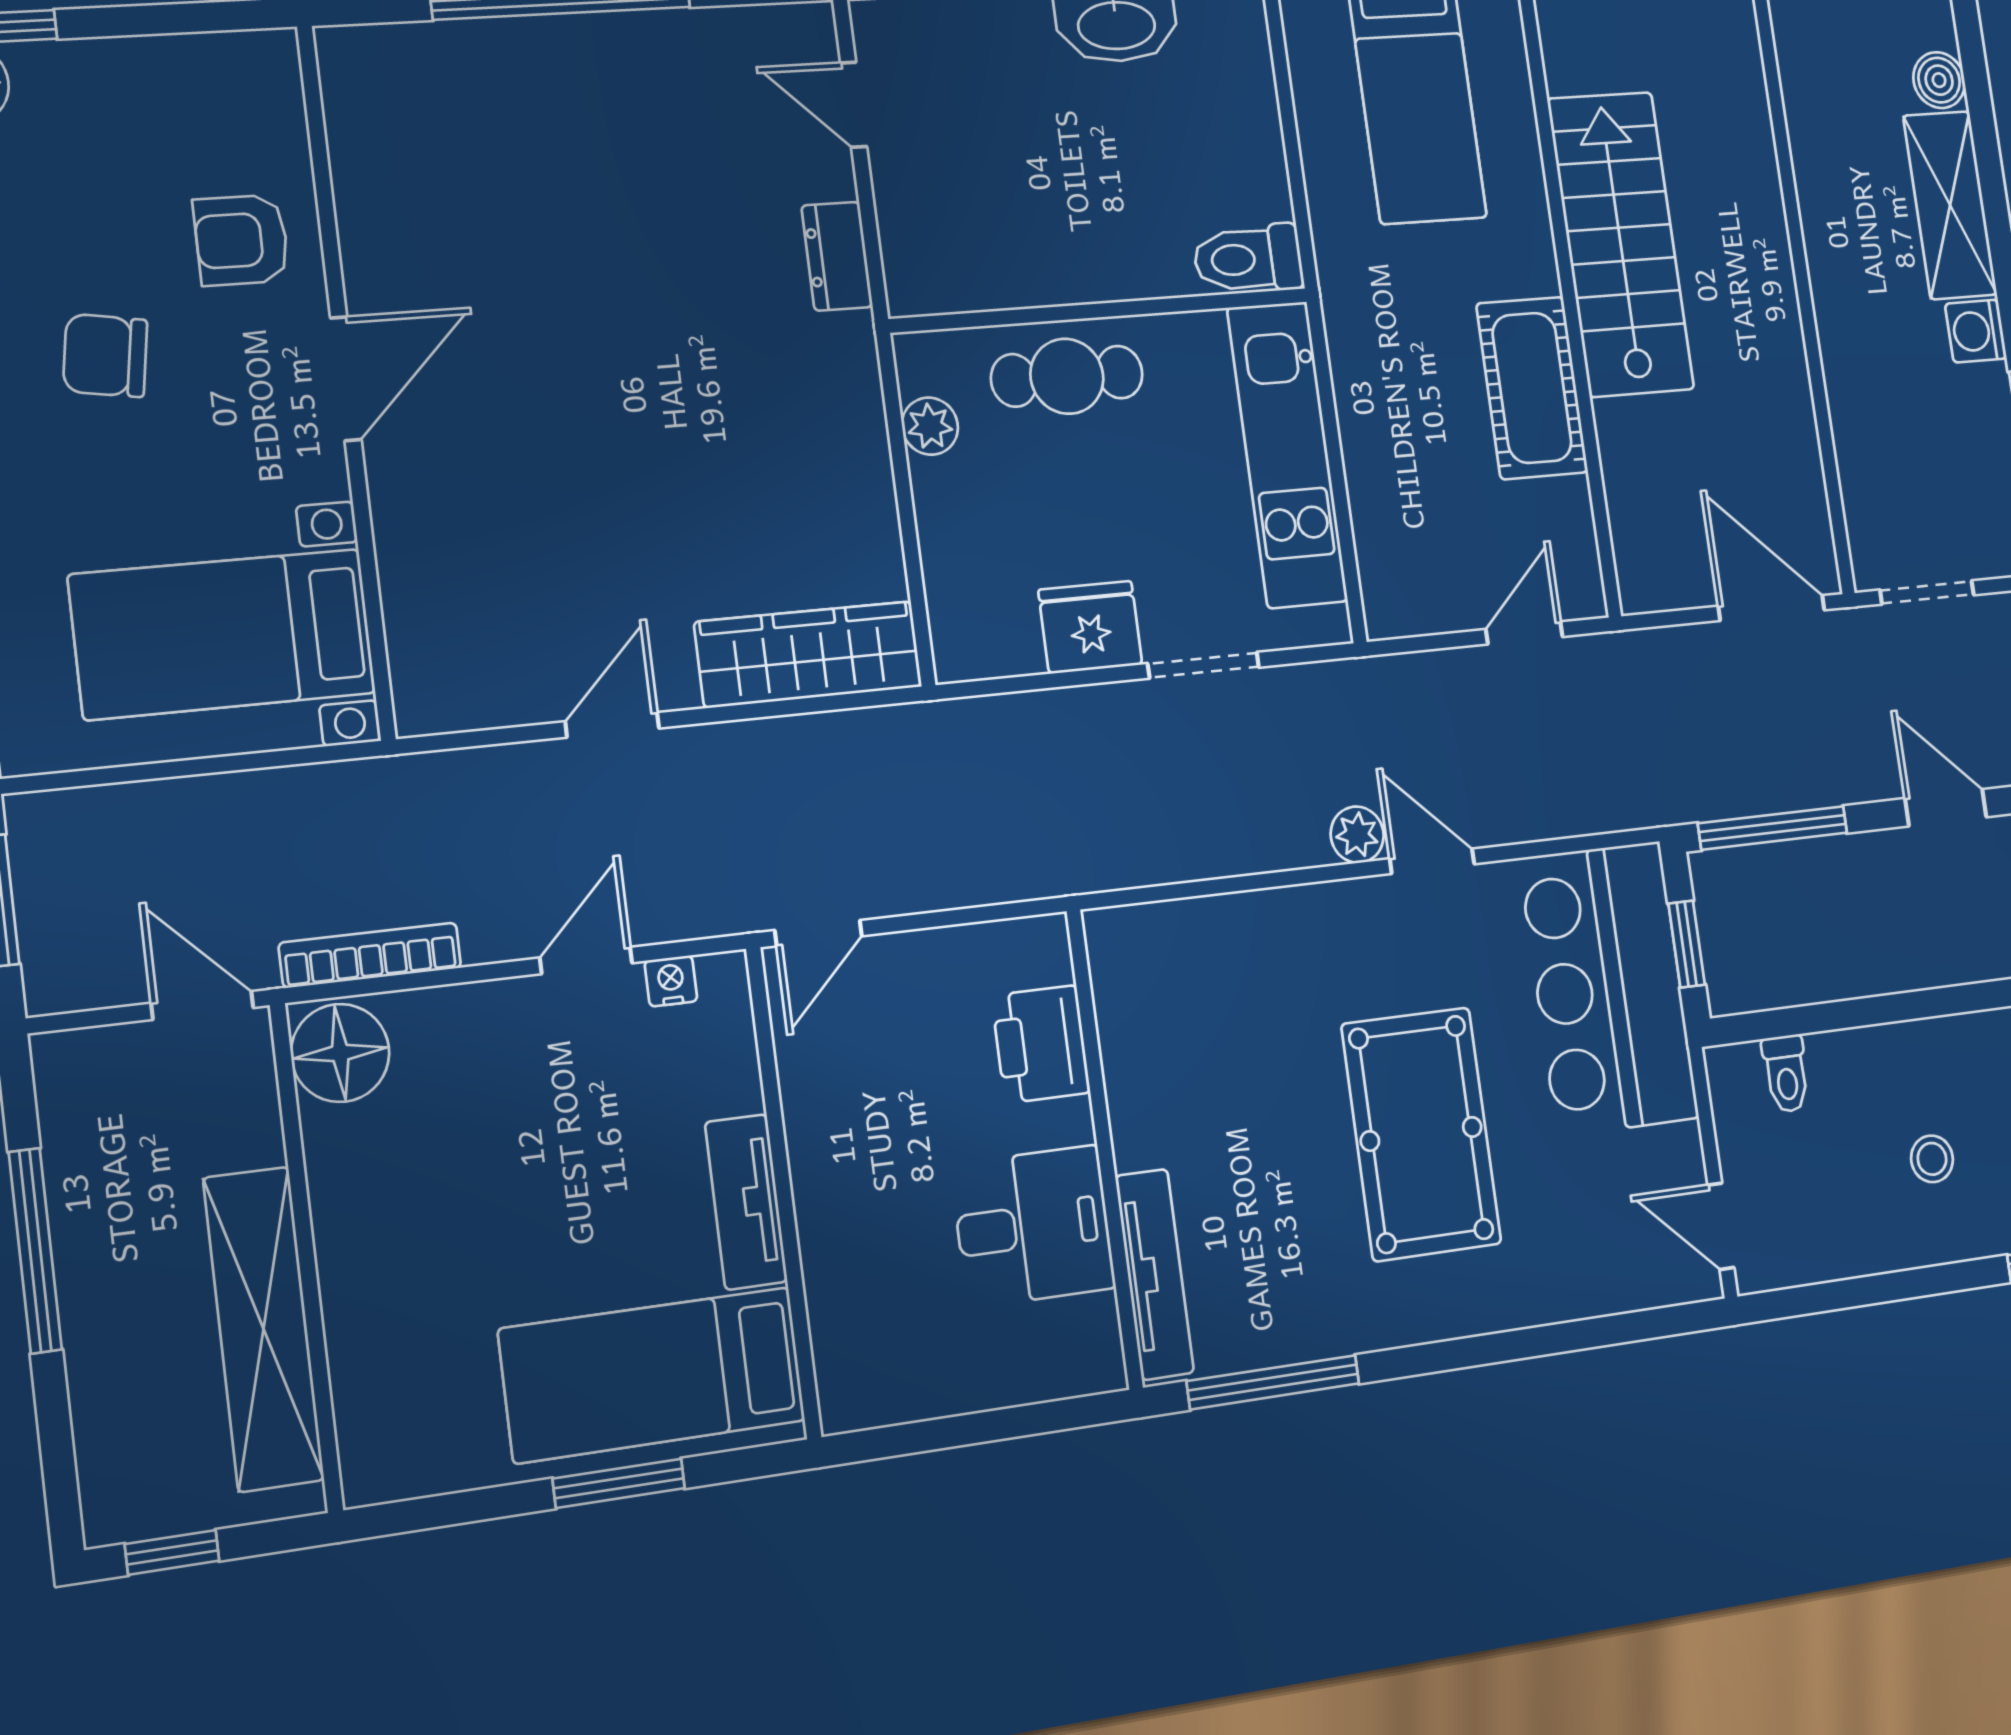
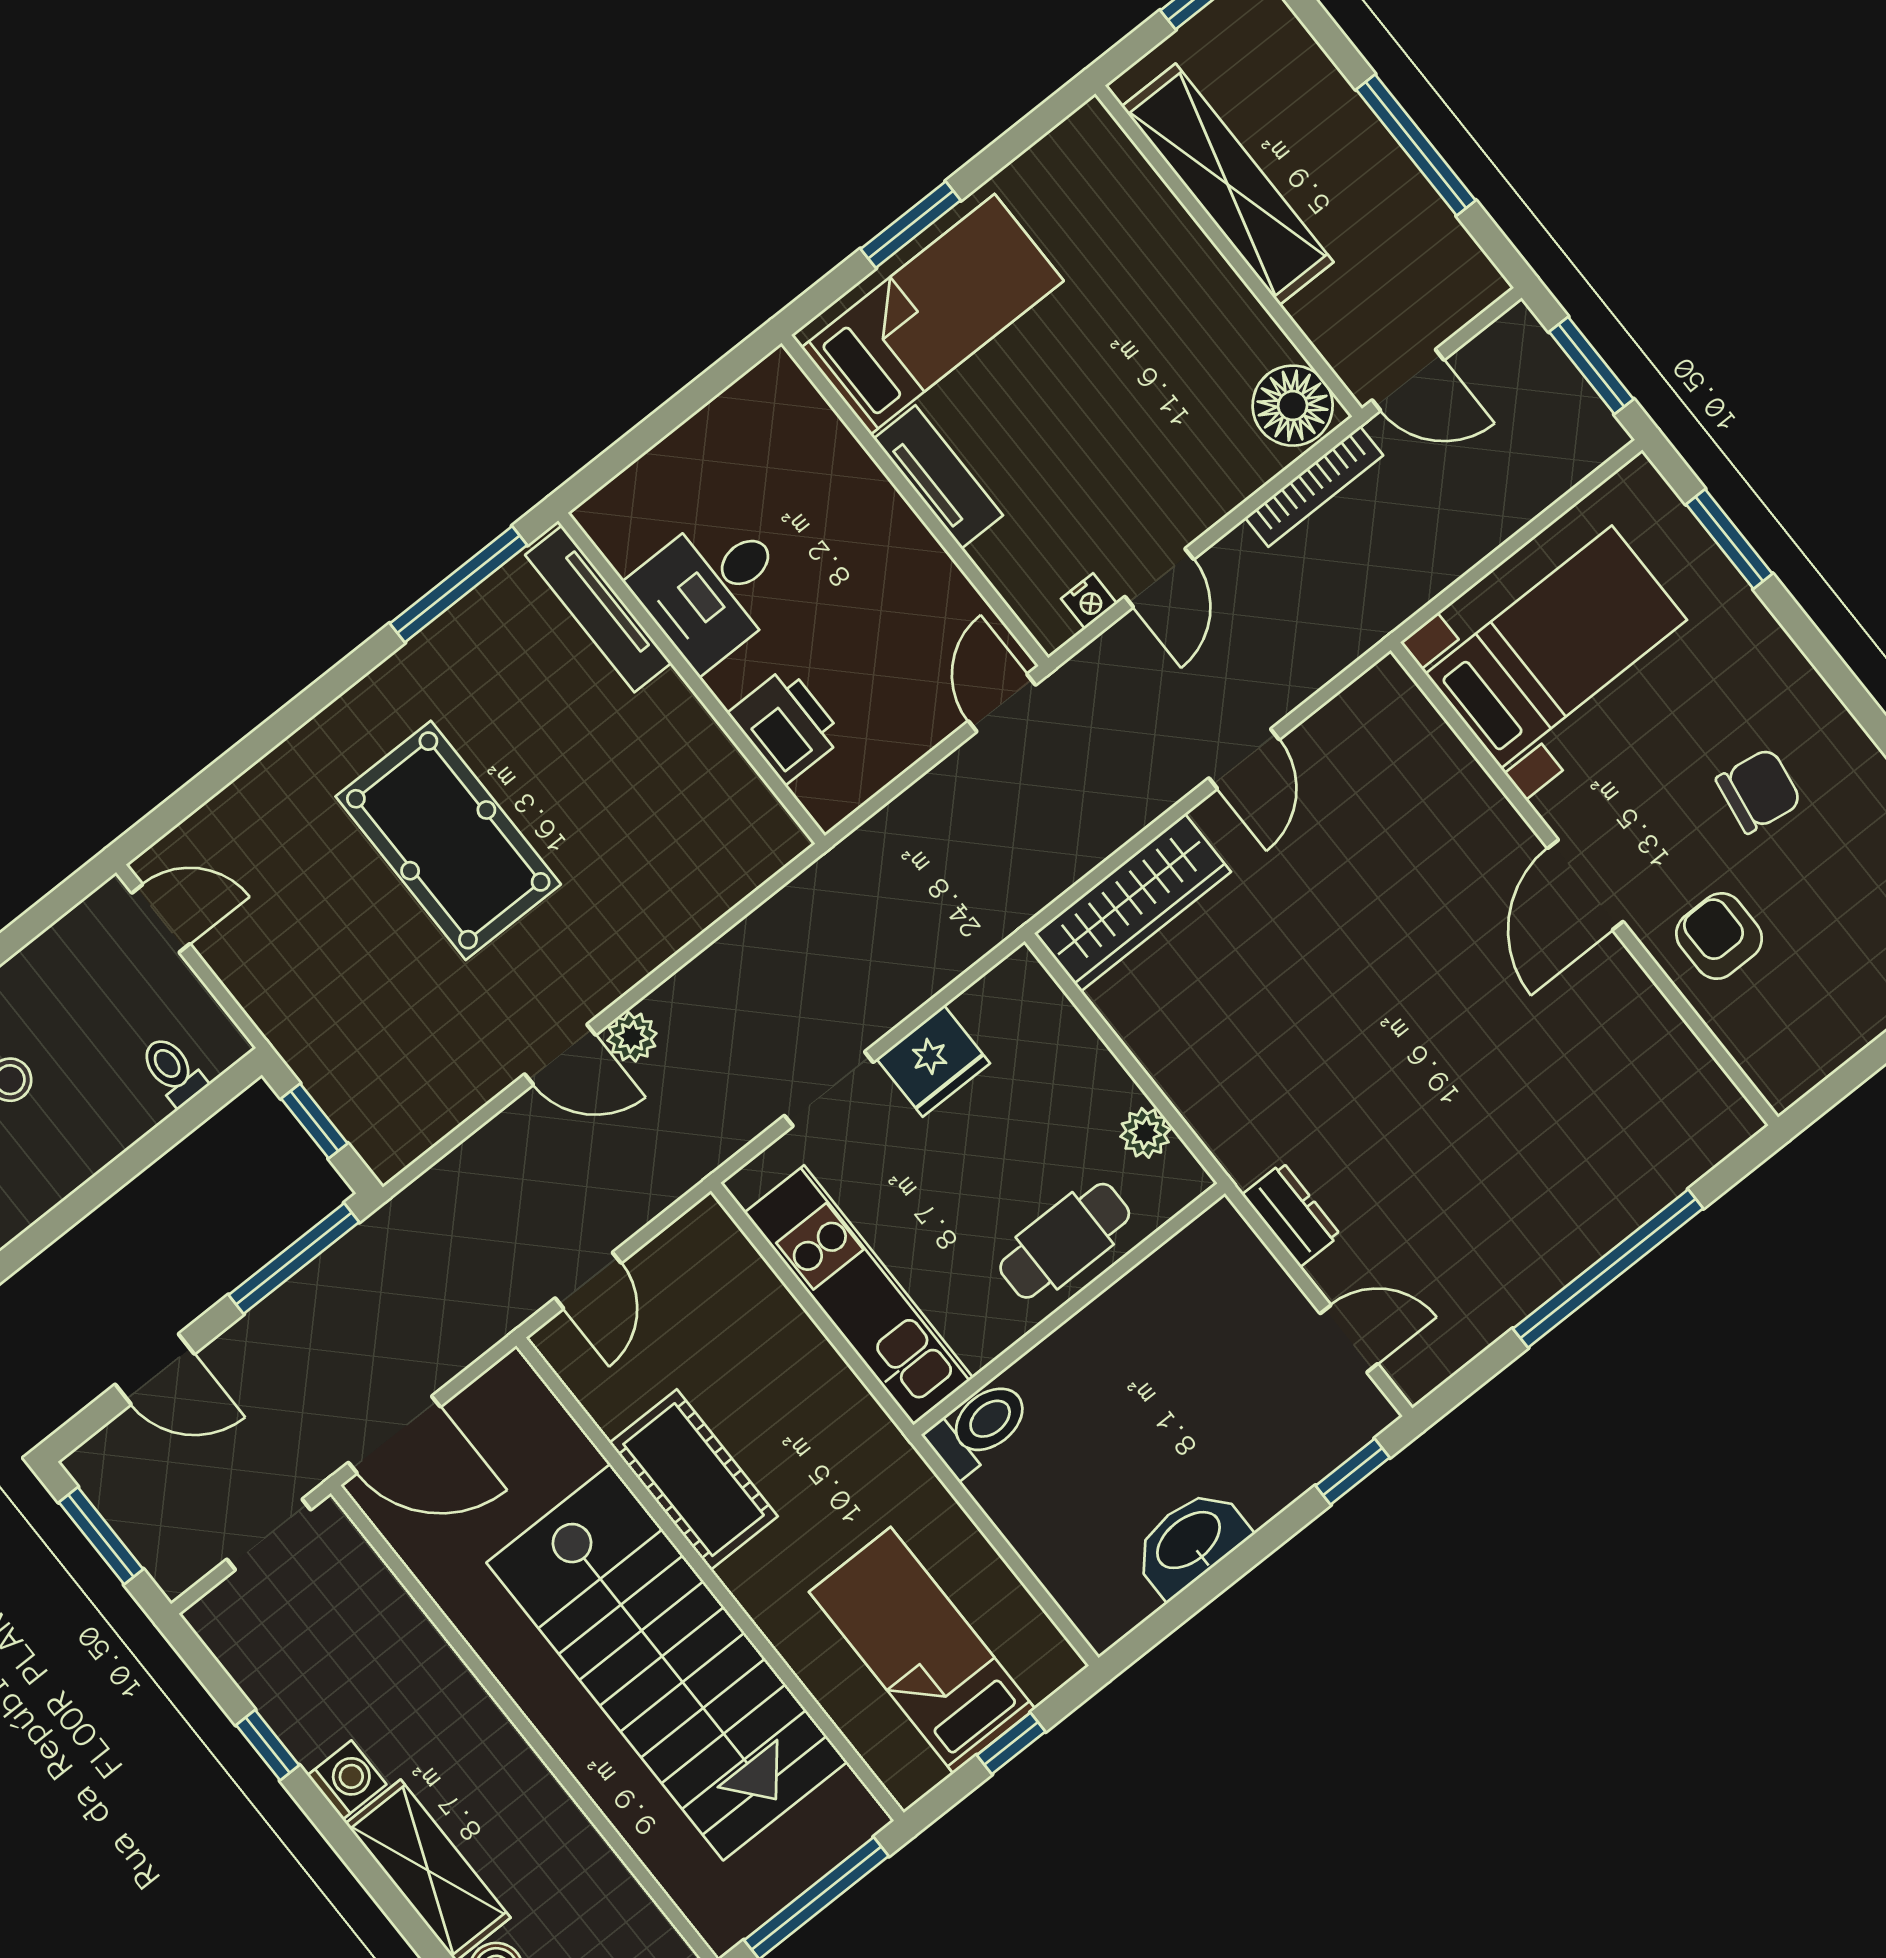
armchair: (241, 240) -> (1719, 936), turned -90
stairs: (1621, 244) -> (667, 1662), width x1.36, depth x1.51
bar counter: (1609, 988) -> (359, 1046), removed

